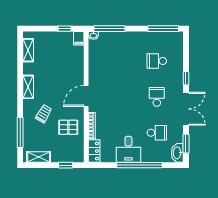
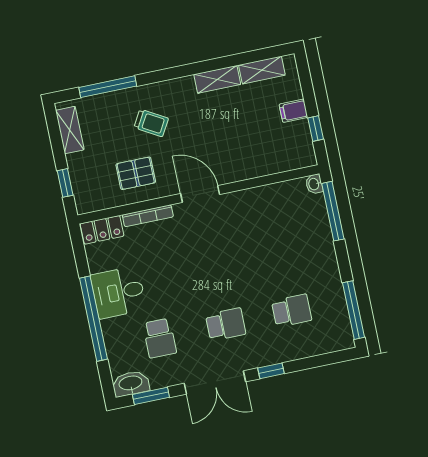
filing cabinet: (79, 38) -> (293, 111), moved
school desk: (157, 61) -> (292, 311), turned 90
shelving: (28, 87) -> (217, 79), moved
pallet: (68, 127) -> (136, 173), turned 90

